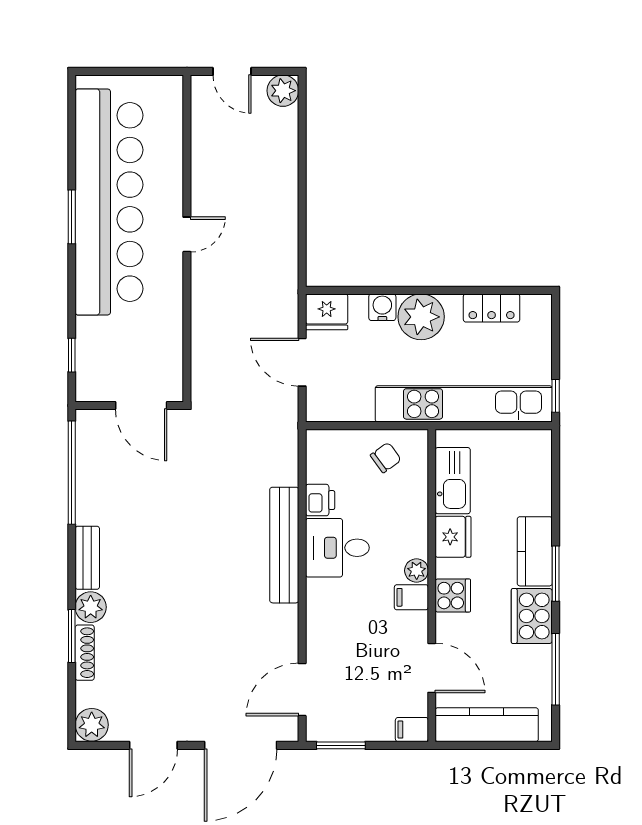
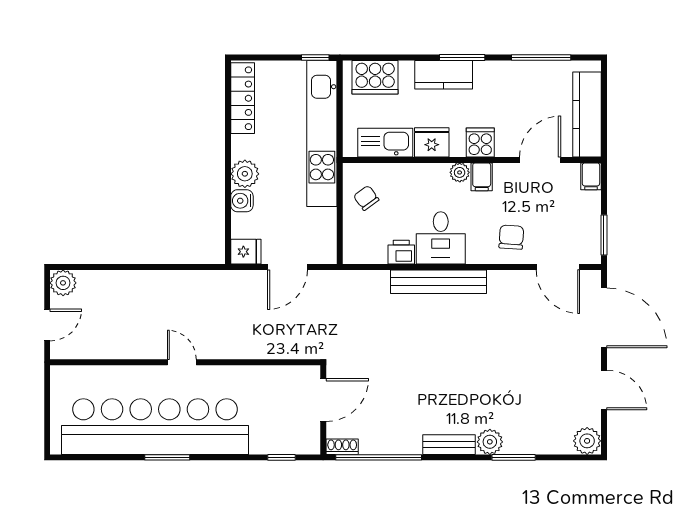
locker: (492, 308) -> (243, 98), width x1.53
fridge: (327, 312) -> (246, 252), width x0.72
plant: (421, 317) -> (245, 174), width x0.73, depth x0.73
cooker: (532, 616) -> (375, 77), moved
chair: (338, 633) -> (511, 237), added
shoe rack: (85, 653) -> (342, 447), moved, width x0.70

